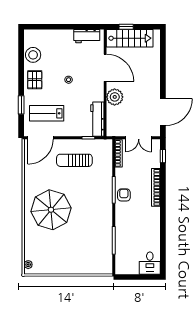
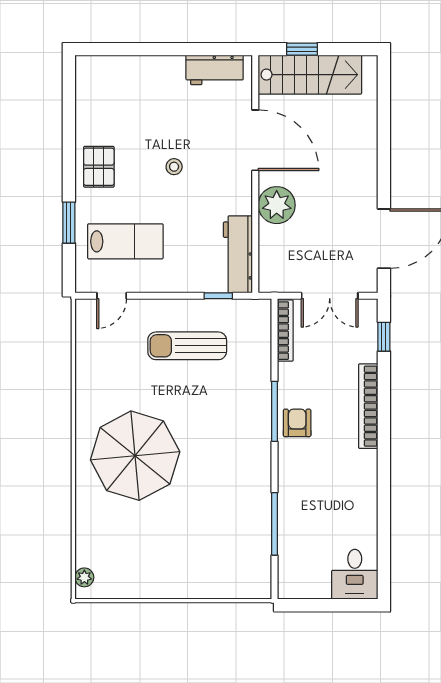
stool: (33, 55) -> (95, 112), removed
lab bench: (47, 113) -> (125, 241), turned 180
door: (40, 138) -> (112, 296), width x0.53

